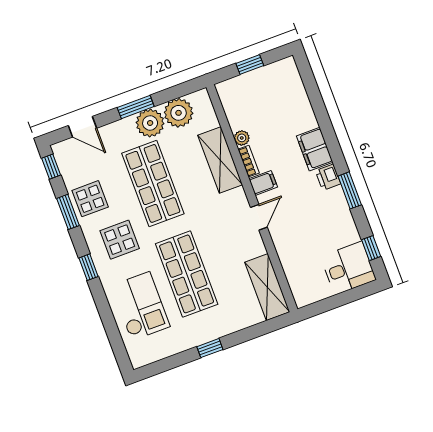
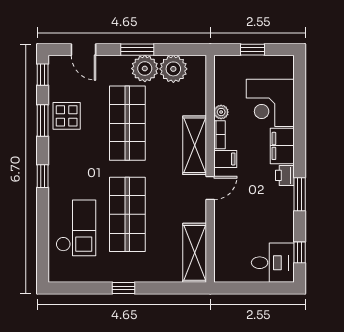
corner desk: (287, 111) -> (270, 103), added
shelving: (220, 160) -> (195, 145), moved
display table: (120, 240) -> (79, 162), removed

